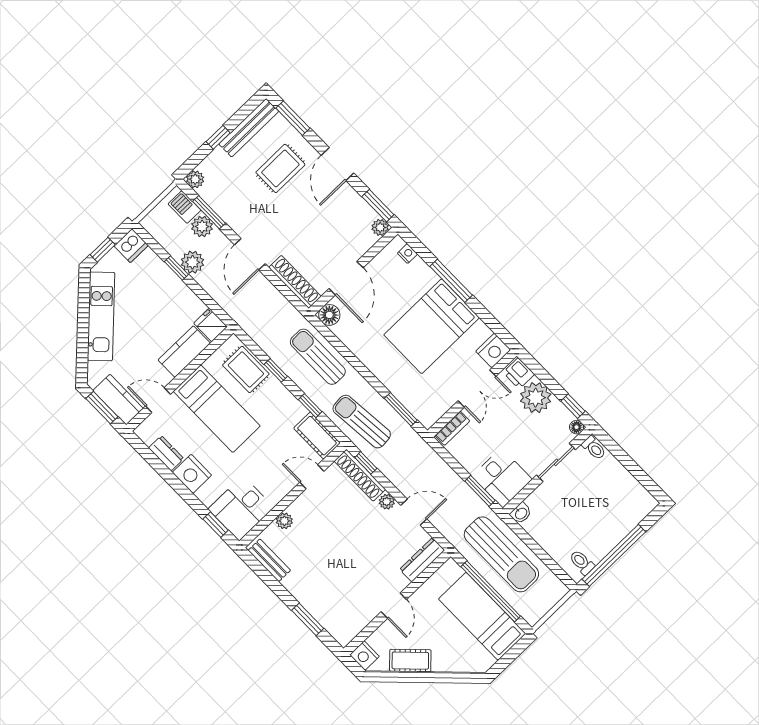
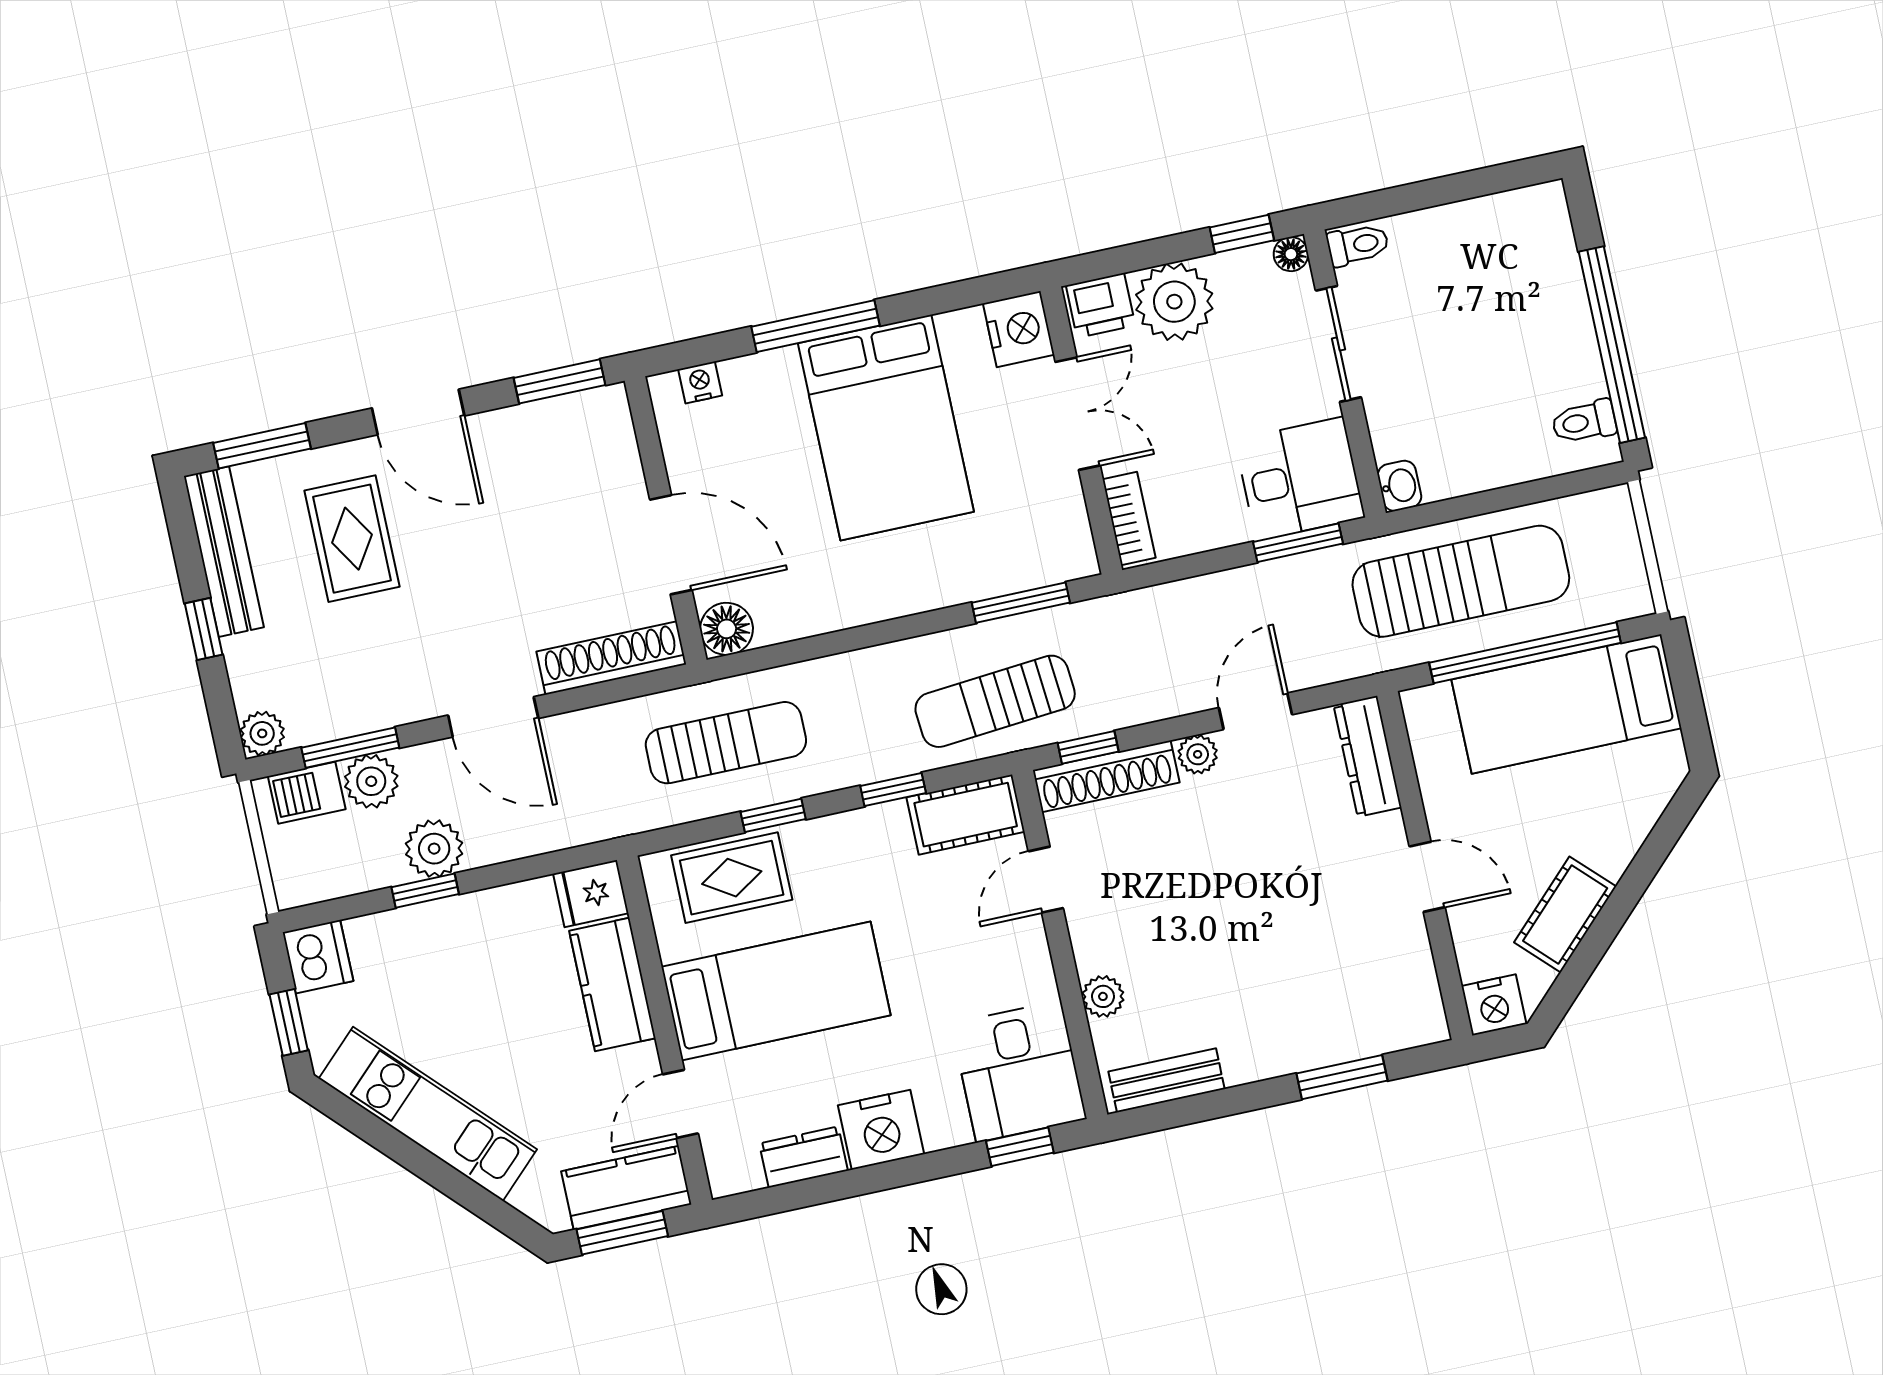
plant: (380, 227) -> (609, 406), removed
sun lounger: (318, 357) -> (726, 743), moved, turned 180

